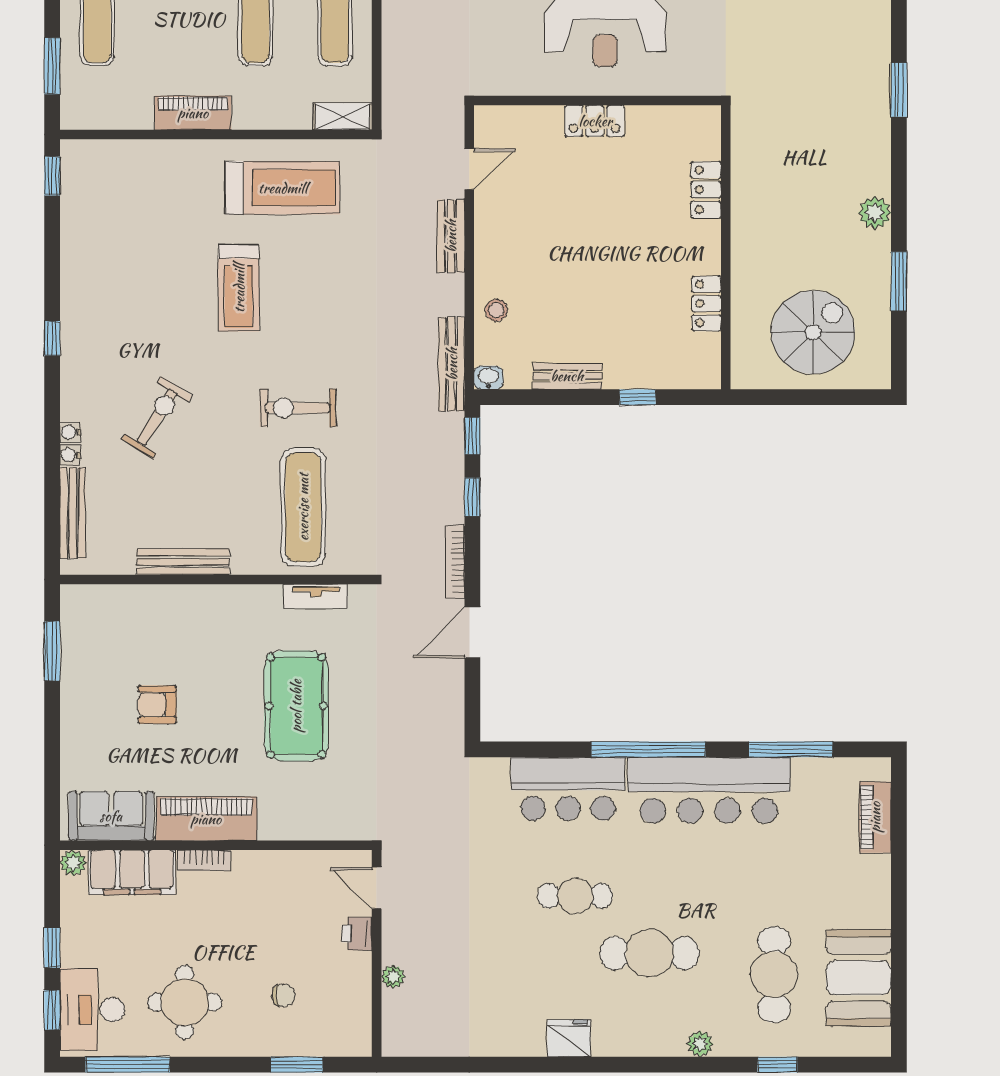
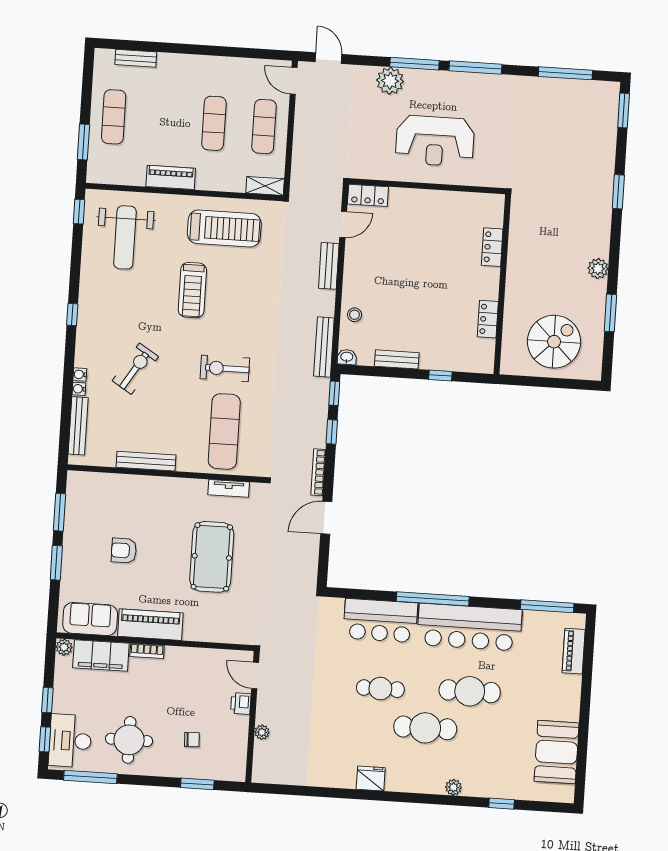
locker: (595, 121) -> (368, 195), moved
weight bench: (127, 212) -> (125, 237), added
window: (52, 731) -> (56, 563), added
window: (791, 749) -> (547, 606), moved
cafe table: (774, 975) -> (470, 691), moved, turned 90

